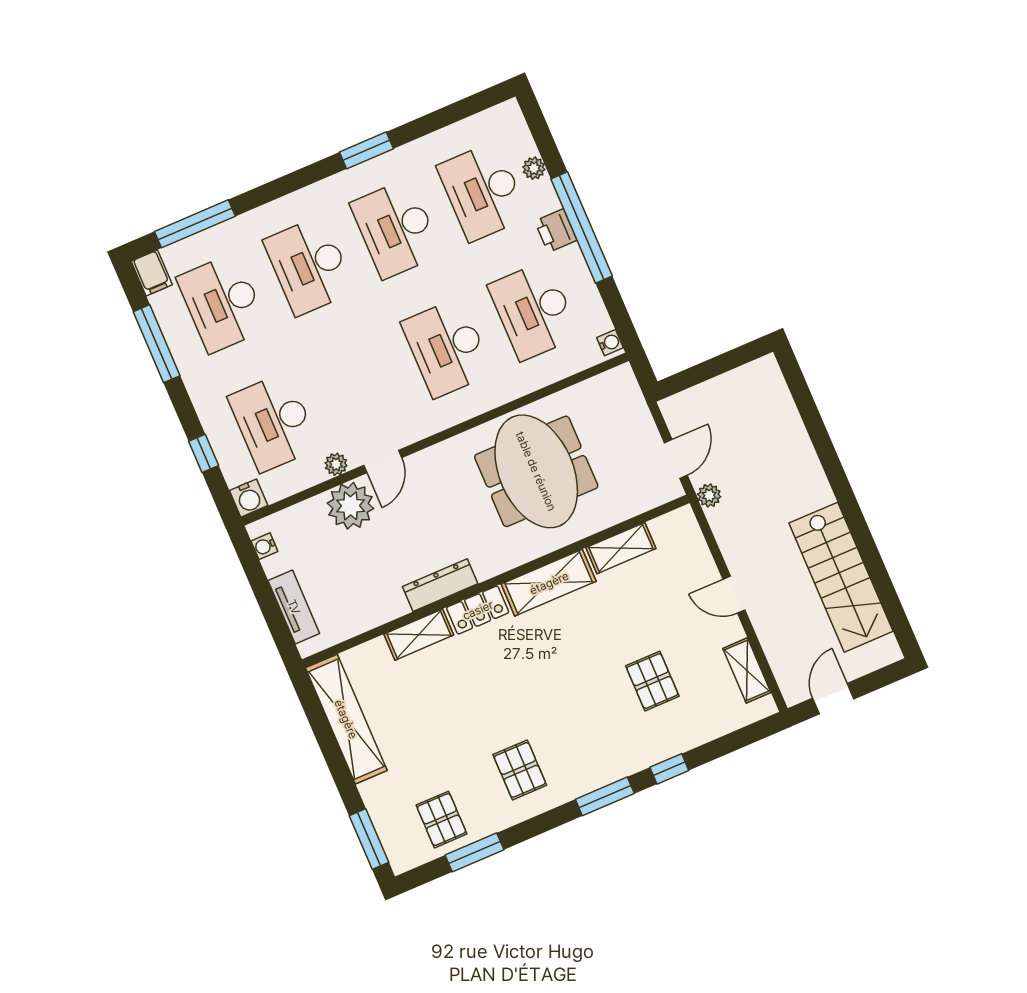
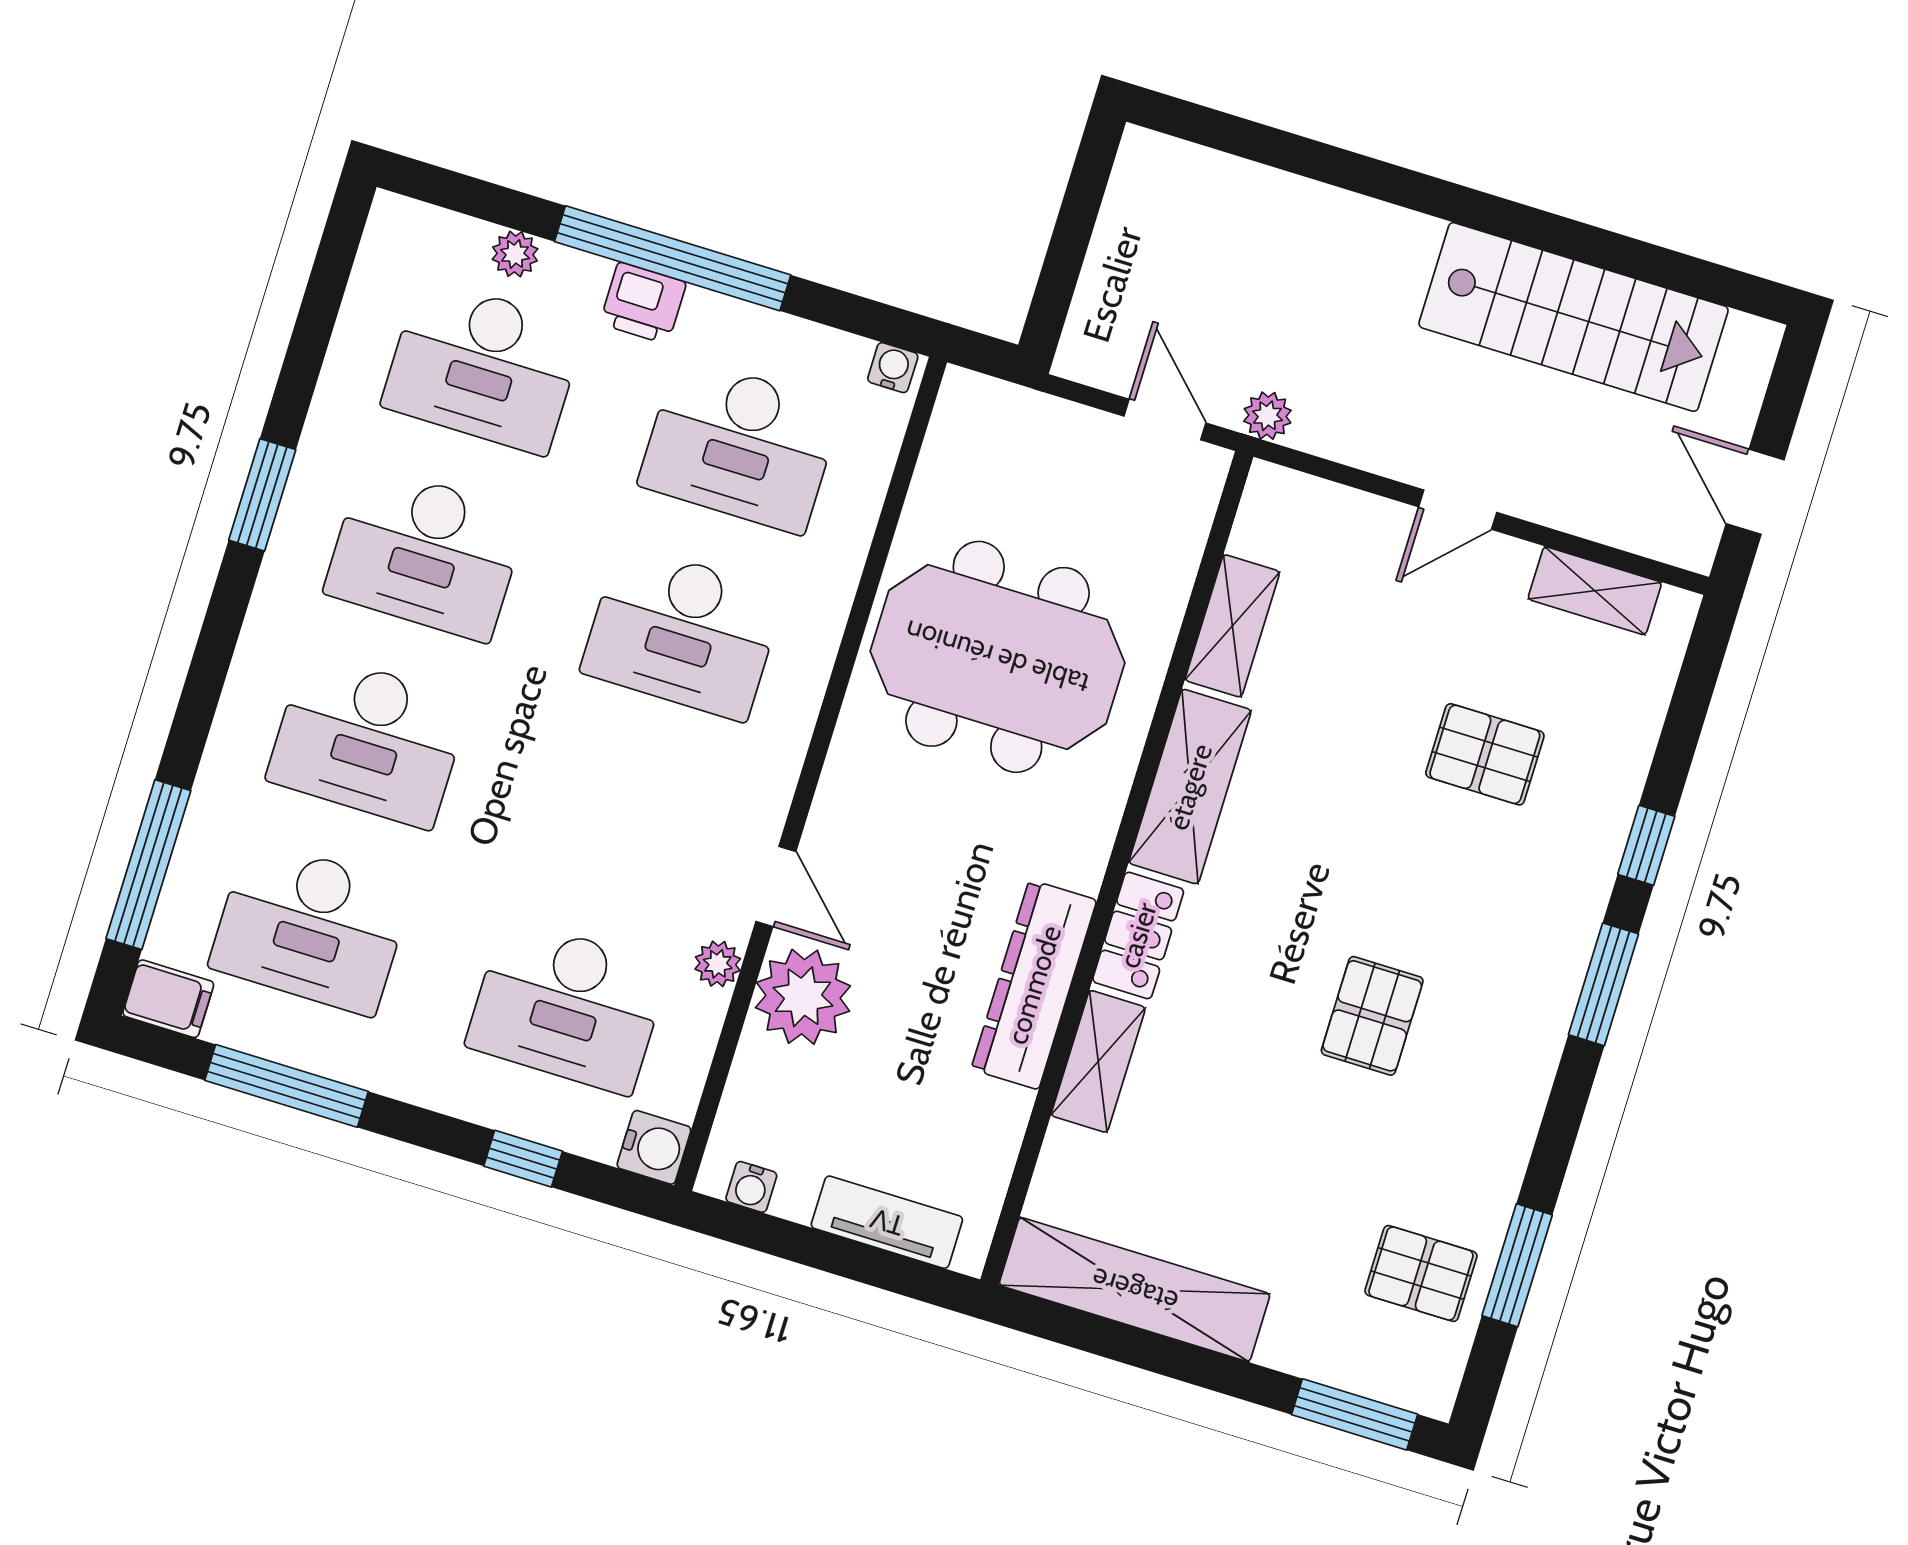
dresser: (440, 585) -> (1034, 985), width x1.37, depth x1.24
pallet: (520, 770) -> (1372, 1016), moved, turned 90

